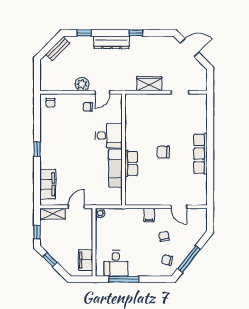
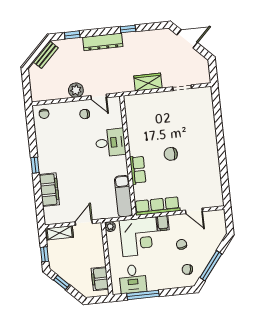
door: (102, 92) -> (99, 97), hinge flipped
row of seats: (200, 154) -> (157, 206), moved, turned 90
exam couch: (115, 168) -> (123, 196), moved
filing cabinet: (48, 184) -> (49, 190), moved
corner desk: (126, 225) -> (139, 237), added

